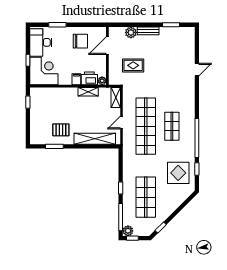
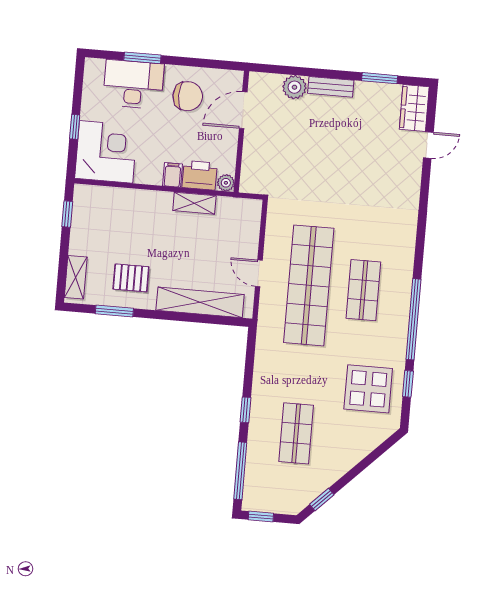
wardrobe: (189, 38) -> (414, 108), added
desk: (41, 42) -> (133, 84), moved, turned 90
rug: (133, 65) -> (293, 156), removed
door: (197, 70) -> (428, 145), moved
shelving: (116, 97) -> (76, 277), moved
door: (122, 122) -> (259, 273), hinge flipped
shop shelf: (146, 197) -> (296, 433), width x0.70, depth x0.74
plant: (128, 231) -> (253, 501), removed

